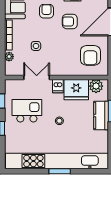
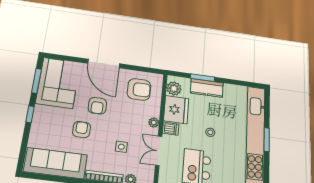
armchair: (47, 11) -> (82, 130), turned 90
plant: (61, 71) -> (154, 122), added

